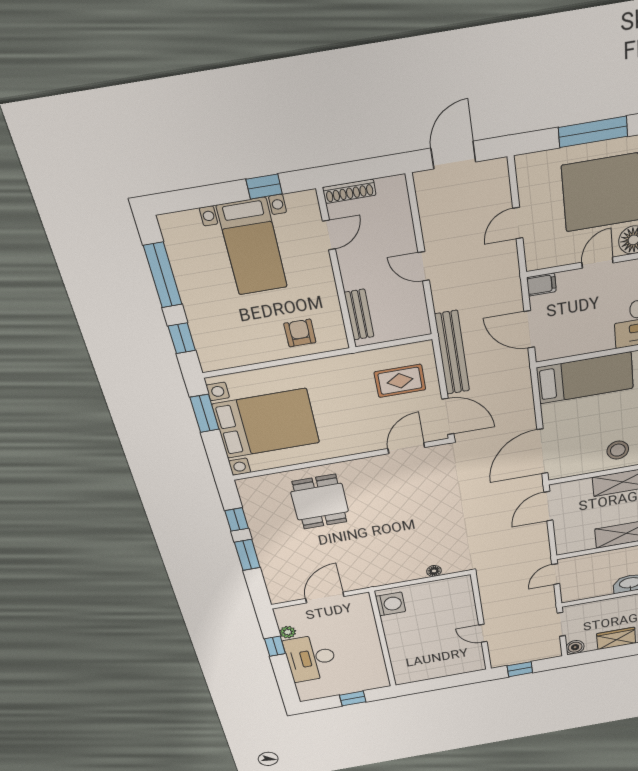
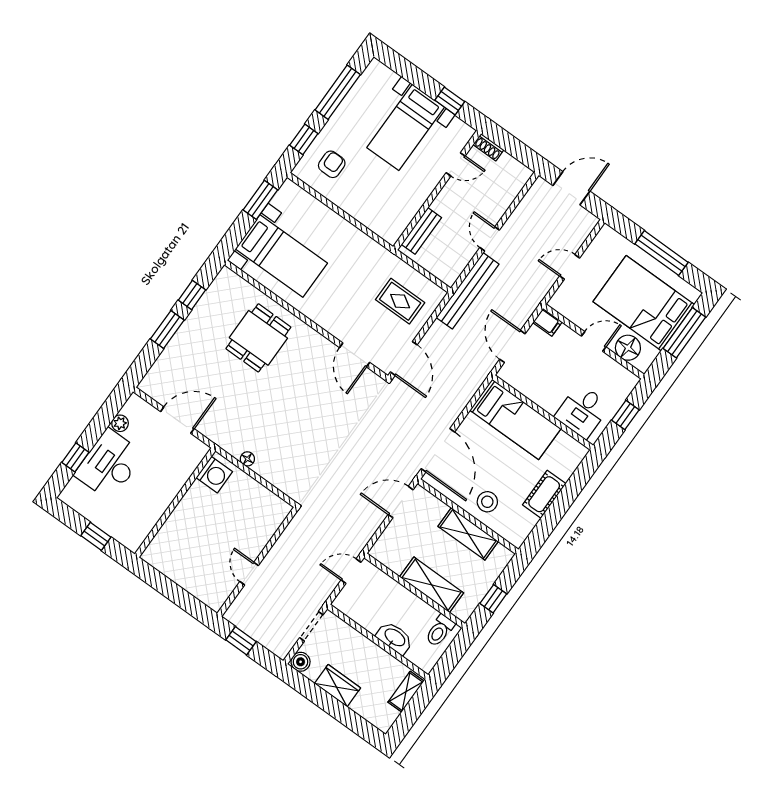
shoe rack: (349, 191) -> (488, 147), width x0.70
armchair: (300, 333) -> (332, 164), moved
bench: (452, 353) -> (468, 291), moved
bed with nightstands: (266, 423) -> (281, 256), width x0.73
door: (406, 448) -> (355, 355), swing flipped
door: (542, 451) -> (438, 450), swing flipped
floor lamp: (434, 571) -> (247, 459), moved
window: (275, 646) -> (75, 457), moved

